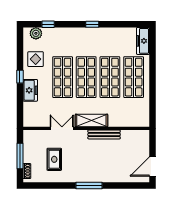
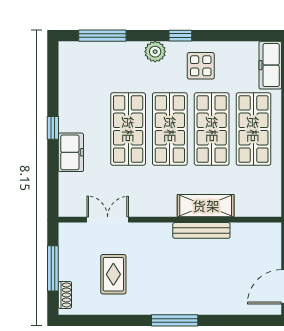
window: (48, 24) -> (102, 36), width x2.17
plant: (36, 33) -> (155, 52), moved
display table: (36, 59) -> (201, 66), moved
shelving: (91, 120) -> (206, 206), moved
double door: (62, 128) -> (108, 220), moved

